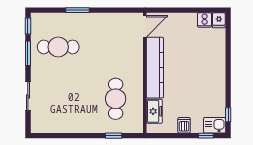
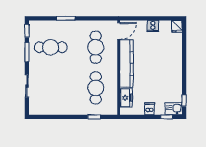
cooker: (205, 20) -> (153, 26), moved
cafe table: (116, 47) -> (96, 47), added

